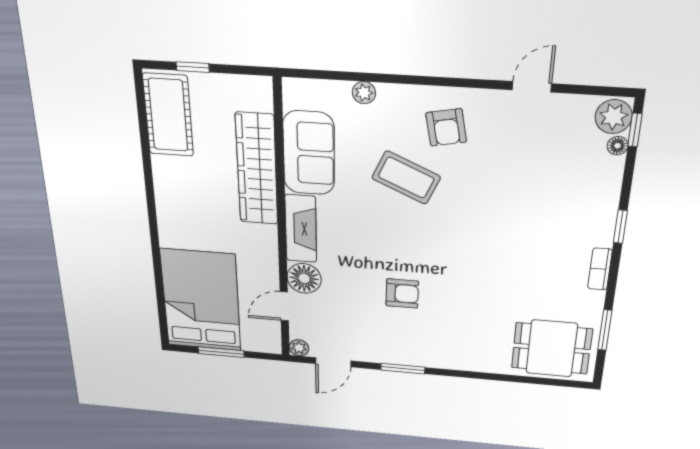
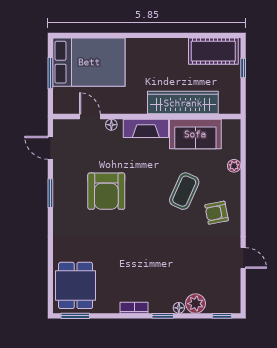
plant: (614, 117) -> (195, 304), moved
floor lamp: (618, 146) -> (179, 308), moved
floor lamp: (304, 278) -> (111, 125), width x0.53, depth x0.53
armchair: (402, 293) -> (106, 191), width x1.88, depth x1.88
window: (605, 330) -> (75, 316), moved
plant: (299, 348) -> (59, 125), removed

